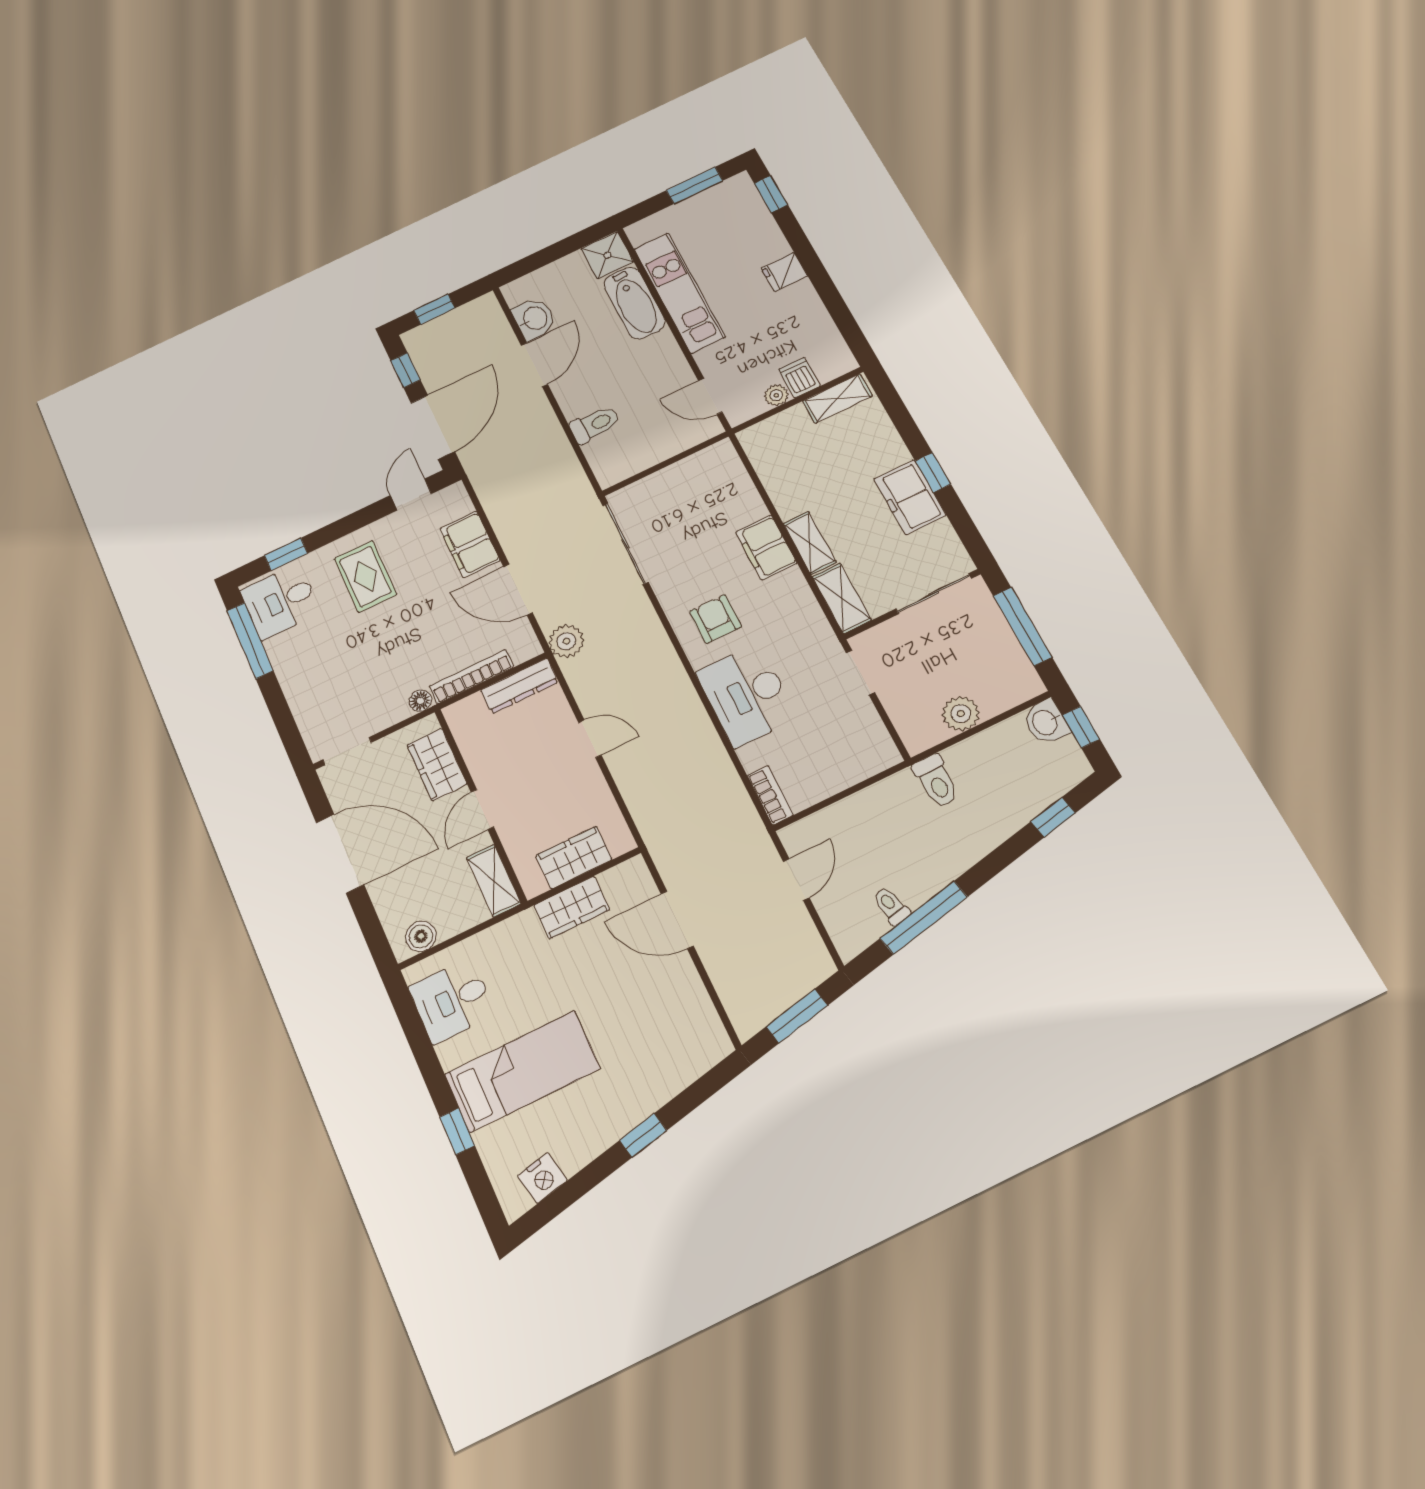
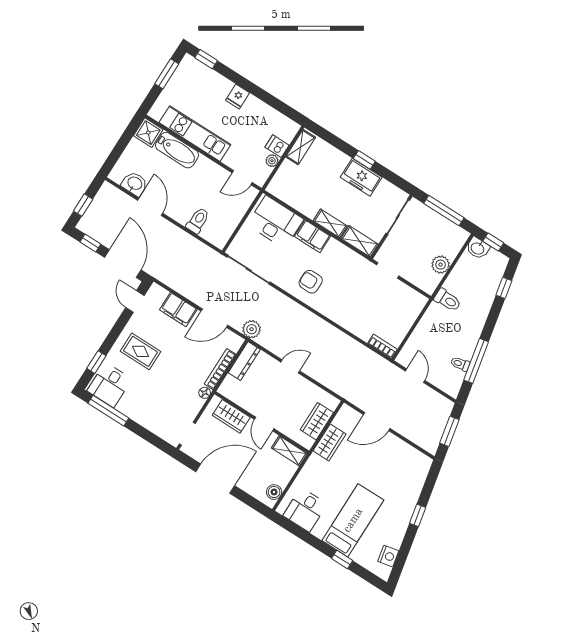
desk: (747, 695) -> (275, 222), moved, turned 180

